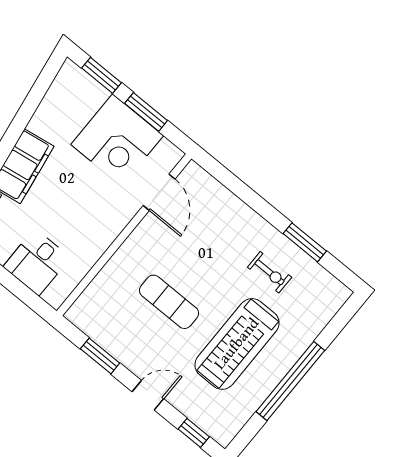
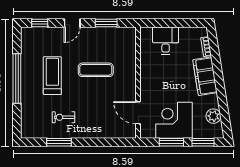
plant: (57, 100) -> (213, 116), added
treadmill: (237, 344) -> (52, 76), width x0.73, depth x0.73

